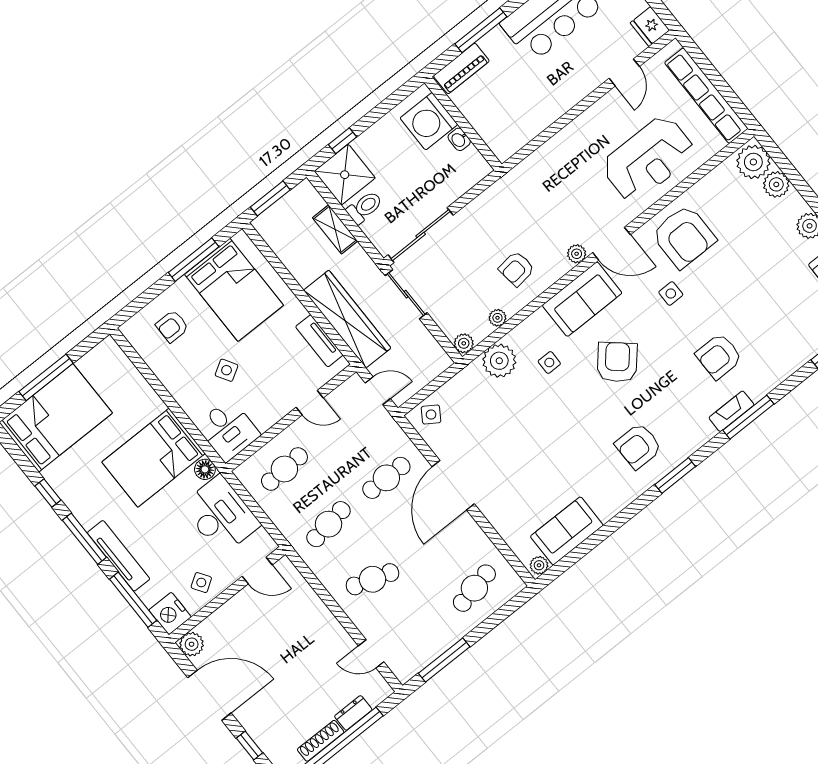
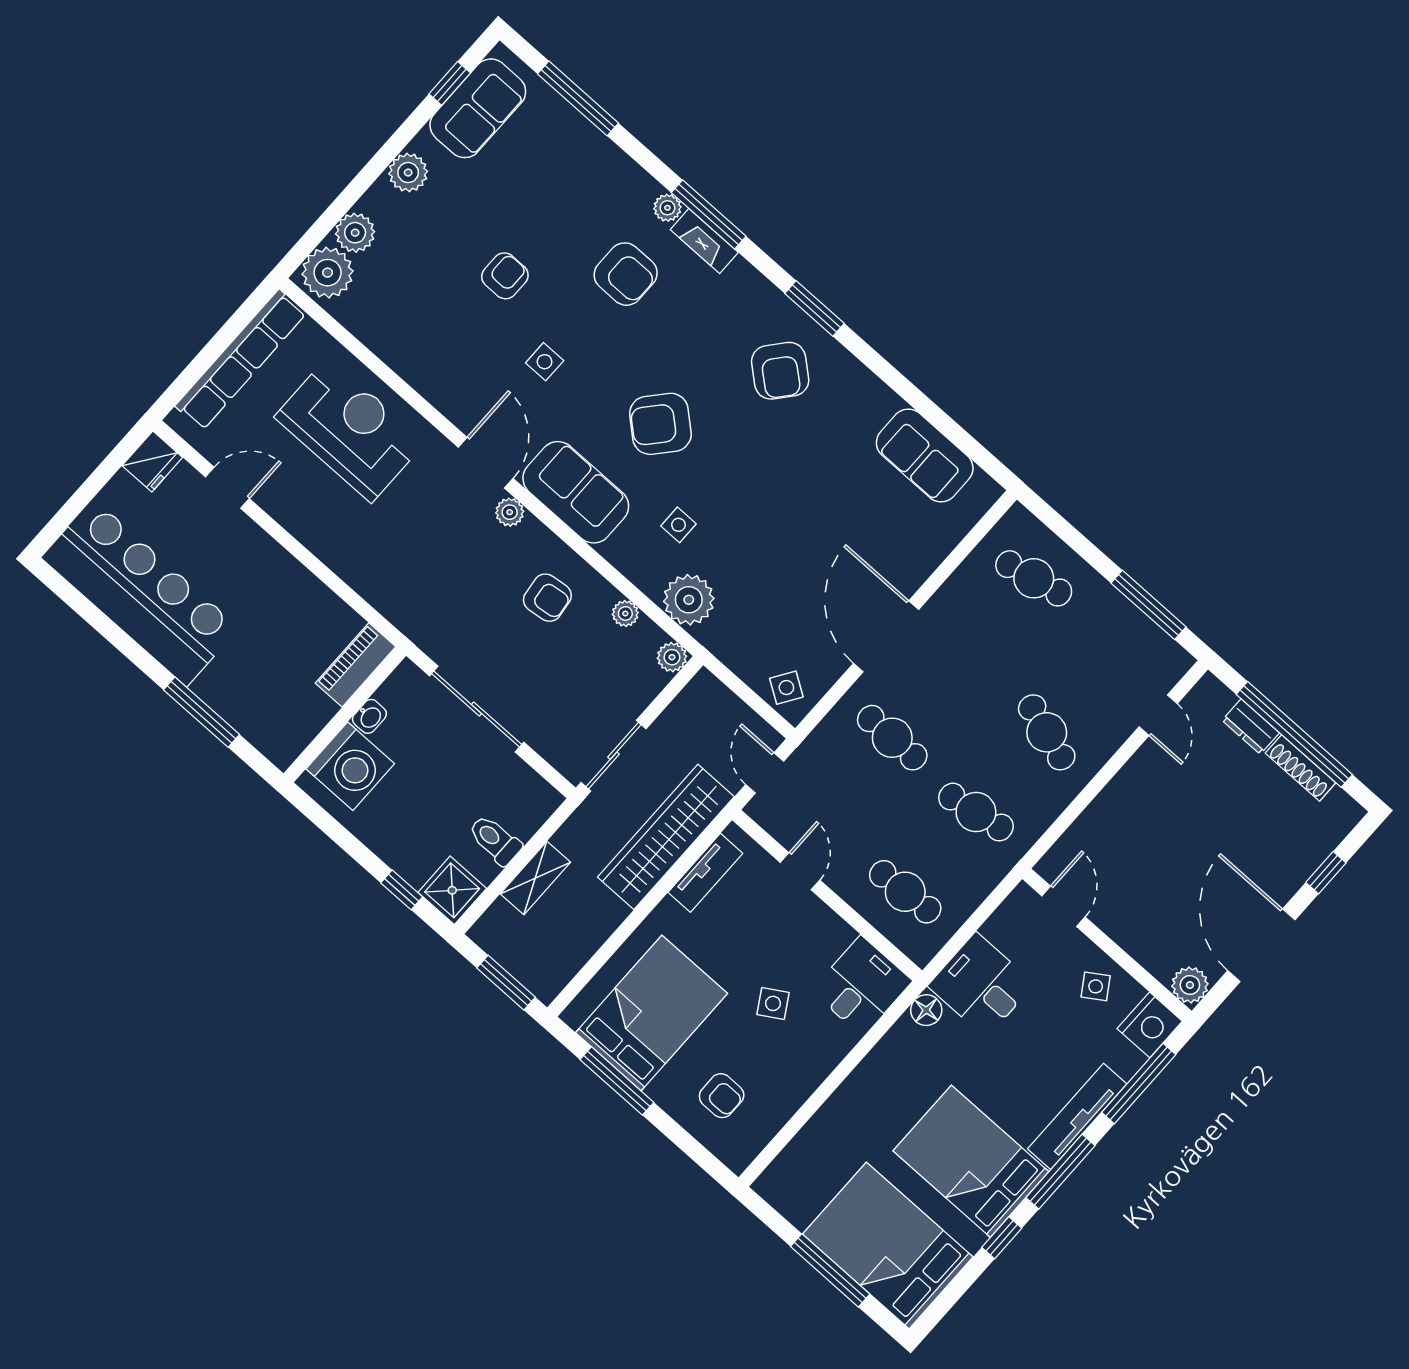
piano: (461, 68) -> (356, 665), moved, turned -90
shower: (345, 175) -> (452, 890), width x0.73, depth x0.73
sliding door: (421, 235) -> (477, 709), moved
armchair: (684, 237) -> (505, 276), moved, width x0.53, depth x0.53
armchair: (638, 446) -> (780, 371), turned 40
bed: (153, 458) -> (971, 1161), moved, turned 180
door: (453, 485) -> (886, 636), swing flipped
desk: (221, 515) -> (981, 985), width x0.73
plant: (539, 565) -> (667, 208), moved

